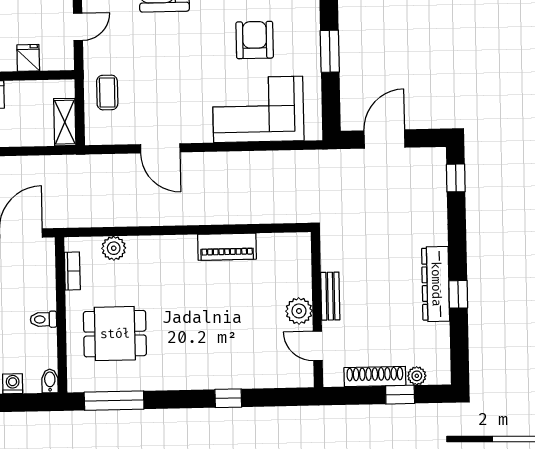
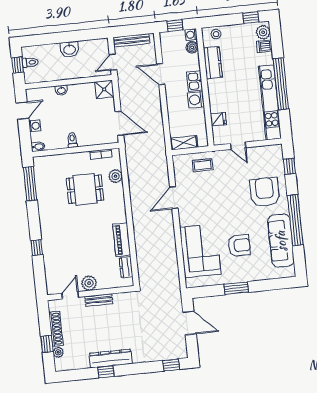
dresser: (276, 243) -> (126, 267), added
dining table: (115, 334) -> (85, 189), moved, turned 90

